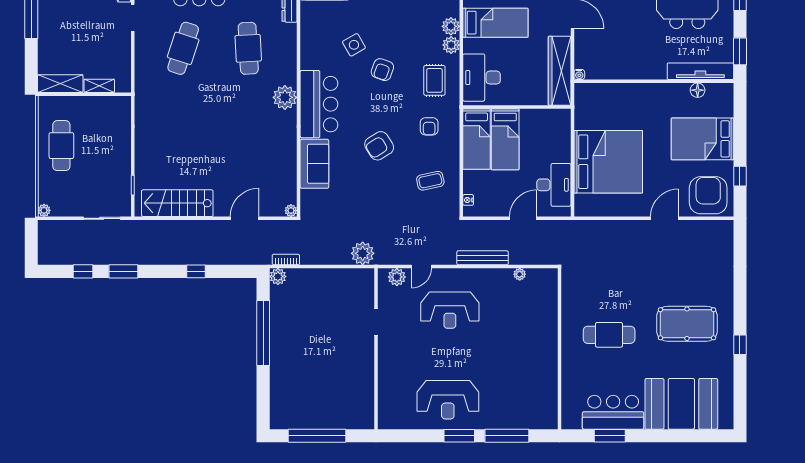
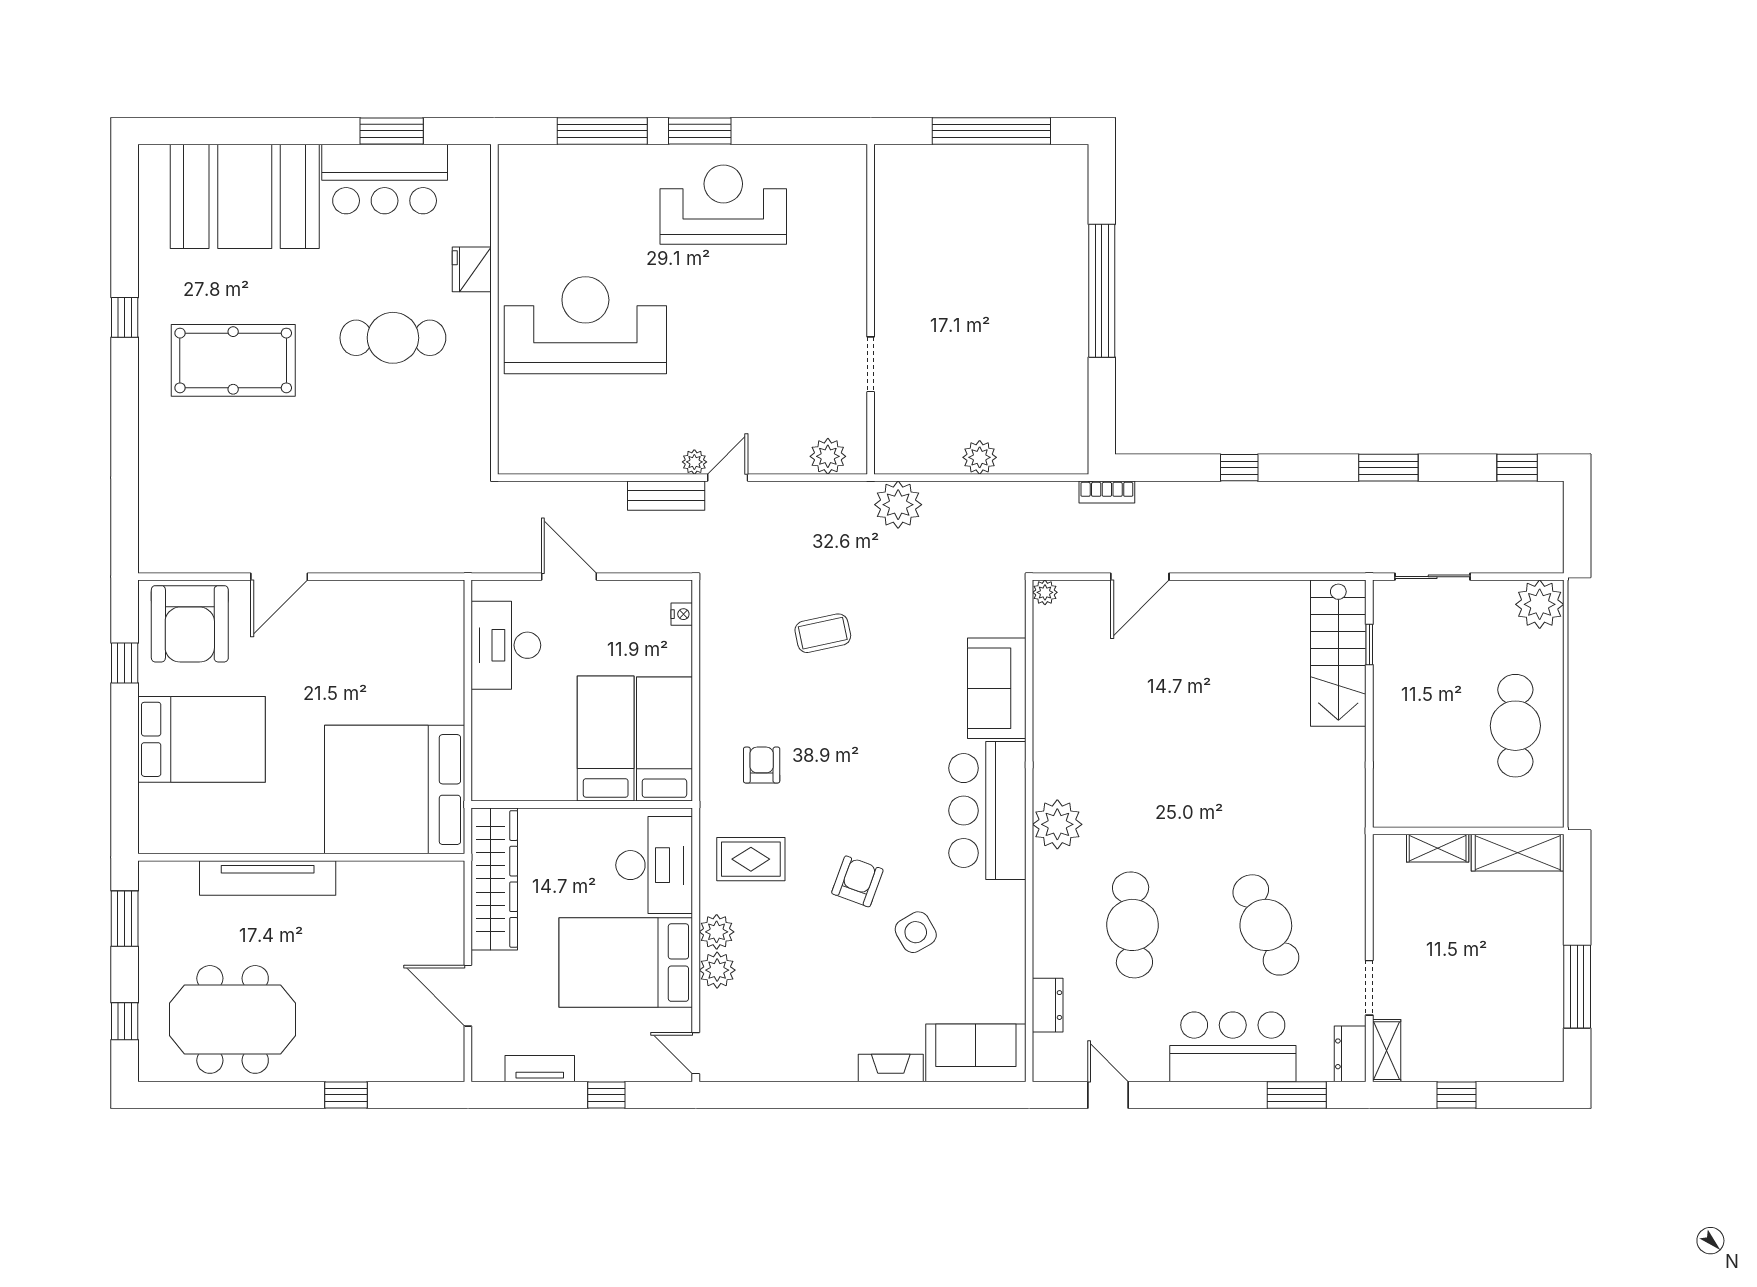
bed: (495, 23) -> (626, 963), width x1.50
cafe table: (183, 48) -> (1266, 925), turned -42
tv unit: (700, 71) -> (268, 878), moved
water cooler: (579, 74) -> (454, 871), removed
rug: (434, 80) -> (751, 859), turned 90
floor lamp: (698, 90) -> (212, 839), removed
armchair: (379, 146) -> (864, 725), removed
bed: (608, 162) -> (395, 790), moved
coffee table: (430, 181) -> (823, 633), moved
stairs: (177, 203) -> (1338, 653), moved, turned 90
plant: (44, 210) -> (1540, 604), width x1.87, depth x1.87
door: (523, 218) -> (569, 577), swing flipped
bench: (483, 258) -> (666, 496), width x0.73
bookcase: (286, 260) -> (1107, 492), moved
door: (421, 267) -> (728, 478), moved
window: (83, 271) -> (1517, 468), moved
plant: (520, 274) -> (694, 462), moved
plant: (278, 276) -> (980, 457), moved
reception desk: (450, 310) -> (585, 325), moved, width x1.36, depth x1.30
window: (263, 333) -> (1102, 291), moved
fridge: (571, 368) -> (472, 269), added

